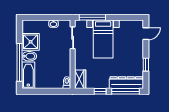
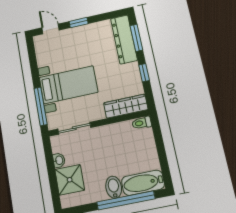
shower: (31, 42) -> (70, 180), moved
window: (146, 65) -> (79, 23), moved
wardrobe: (80, 79) -> (126, 106), width x1.50
window: (125, 91) -> (136, 38), width x0.69

